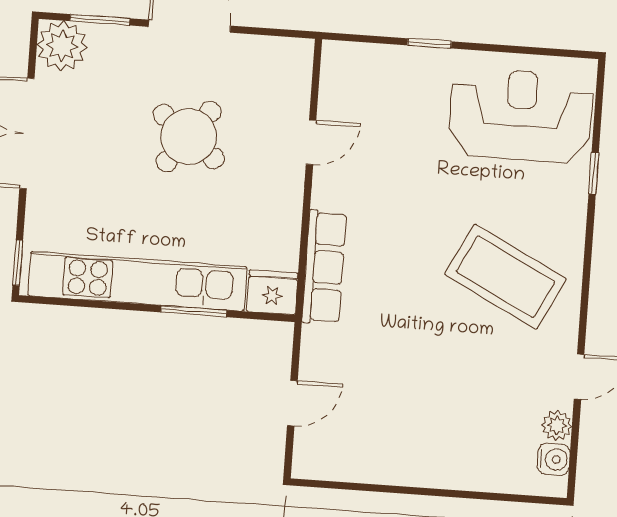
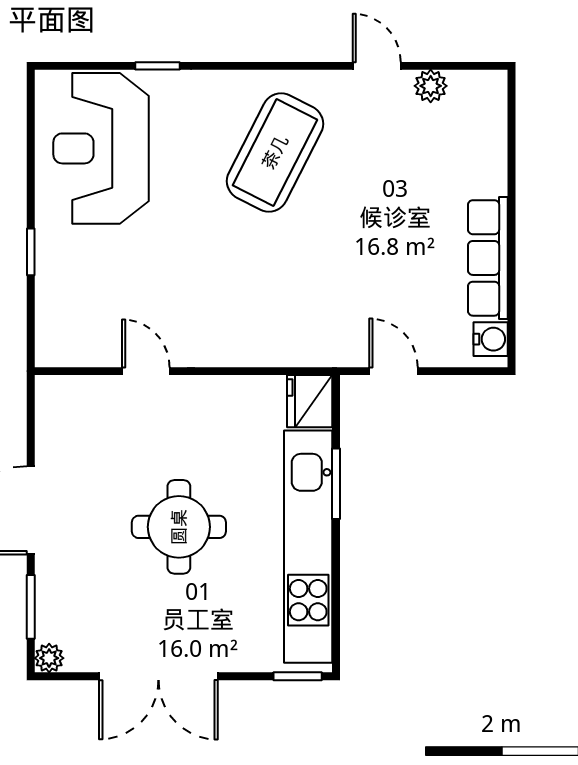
plant: (62, 46) -> (49, 658), width x0.53, depth x0.53
round table: (189, 136) -> (179, 527), moved, turned -37
row of seats: (324, 267) -> (488, 258), moved, turned -90
door: (292, 403) -> (394, 371), moved
water cooler: (554, 459) -> (491, 339), moved, turned 90

